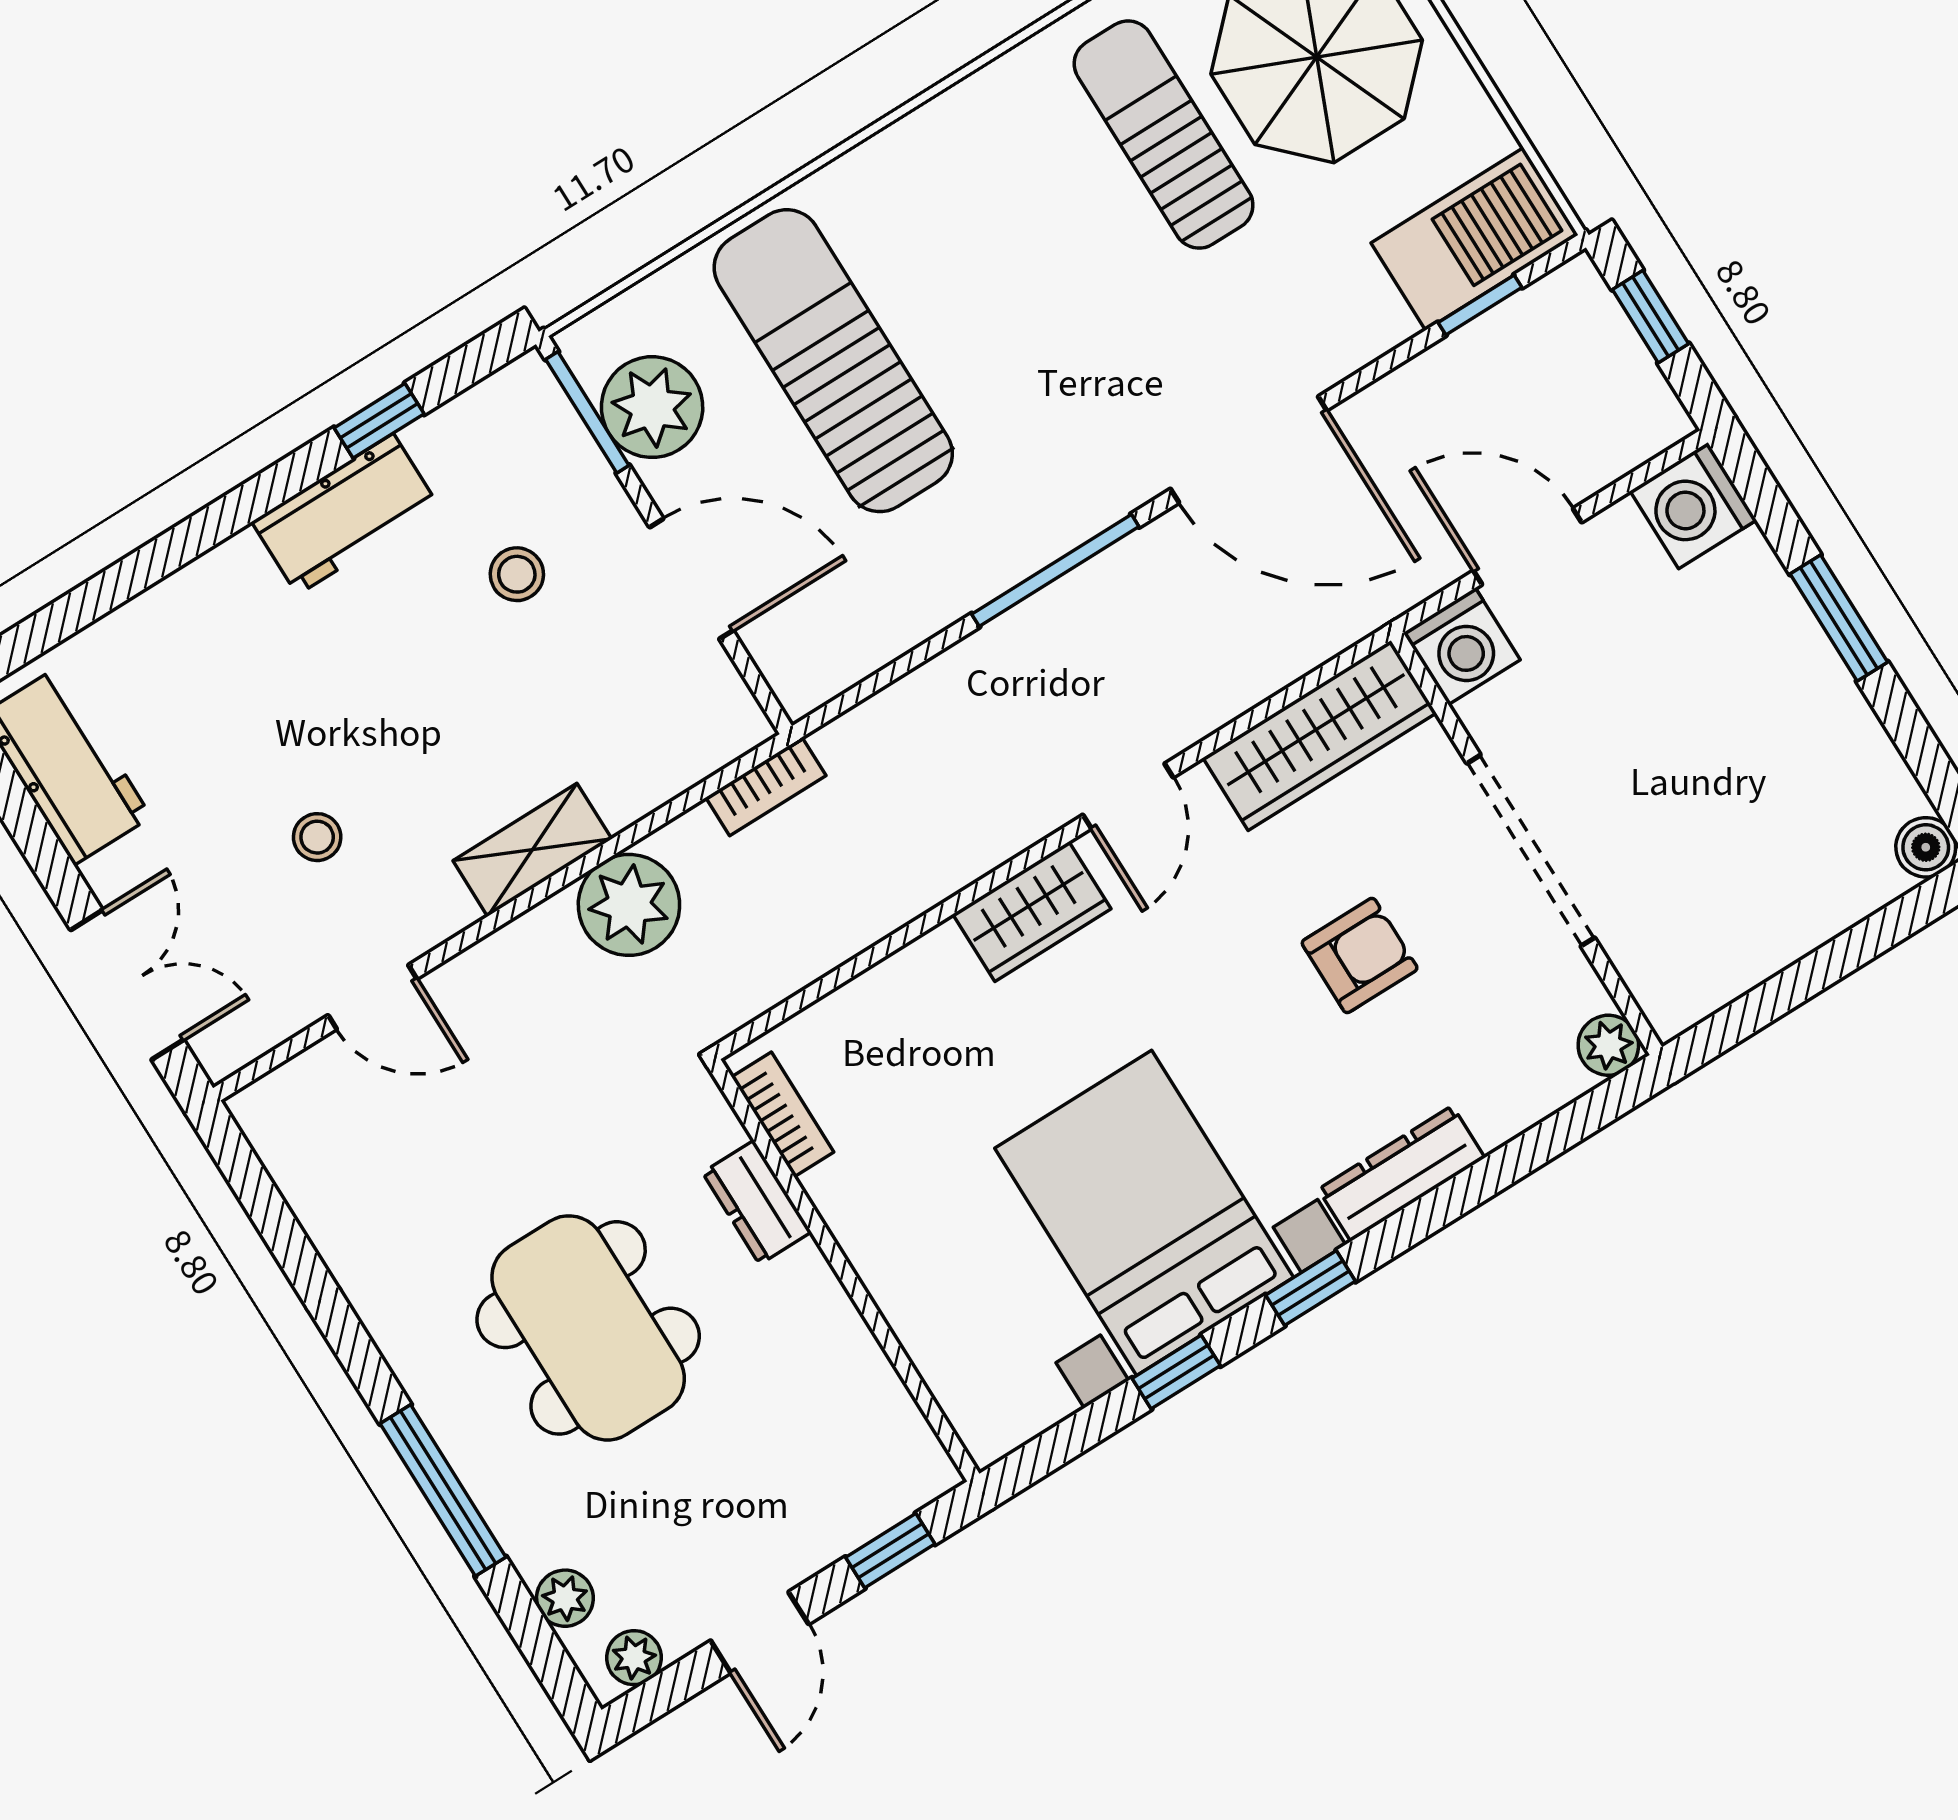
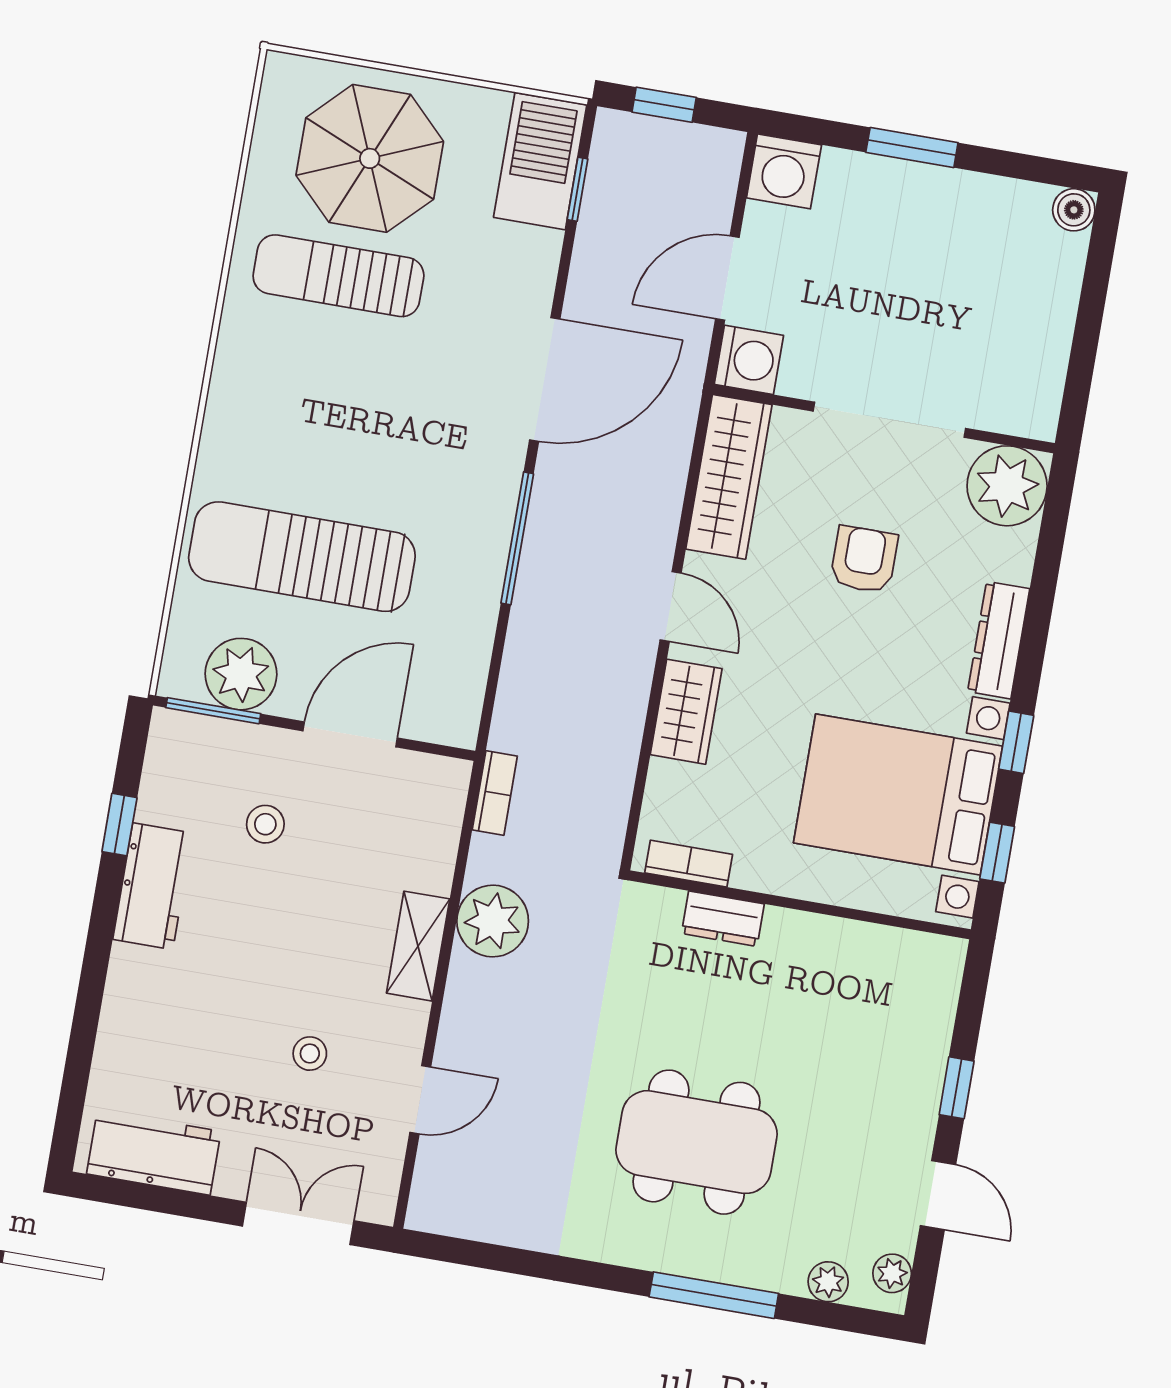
plant: (1608, 1045) -> (1007, 486), width x1.88, depth x1.88
bookcase: (783, 1114) -> (689, 864), moved
dresser: (757, 1202) -> (723, 919), moved
wall: (844, 1270) -> (800, 905), moved

